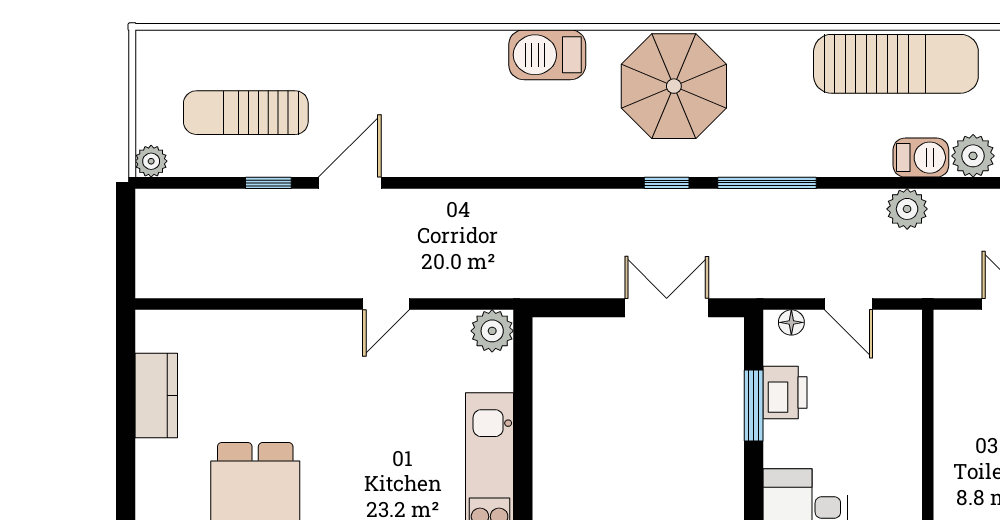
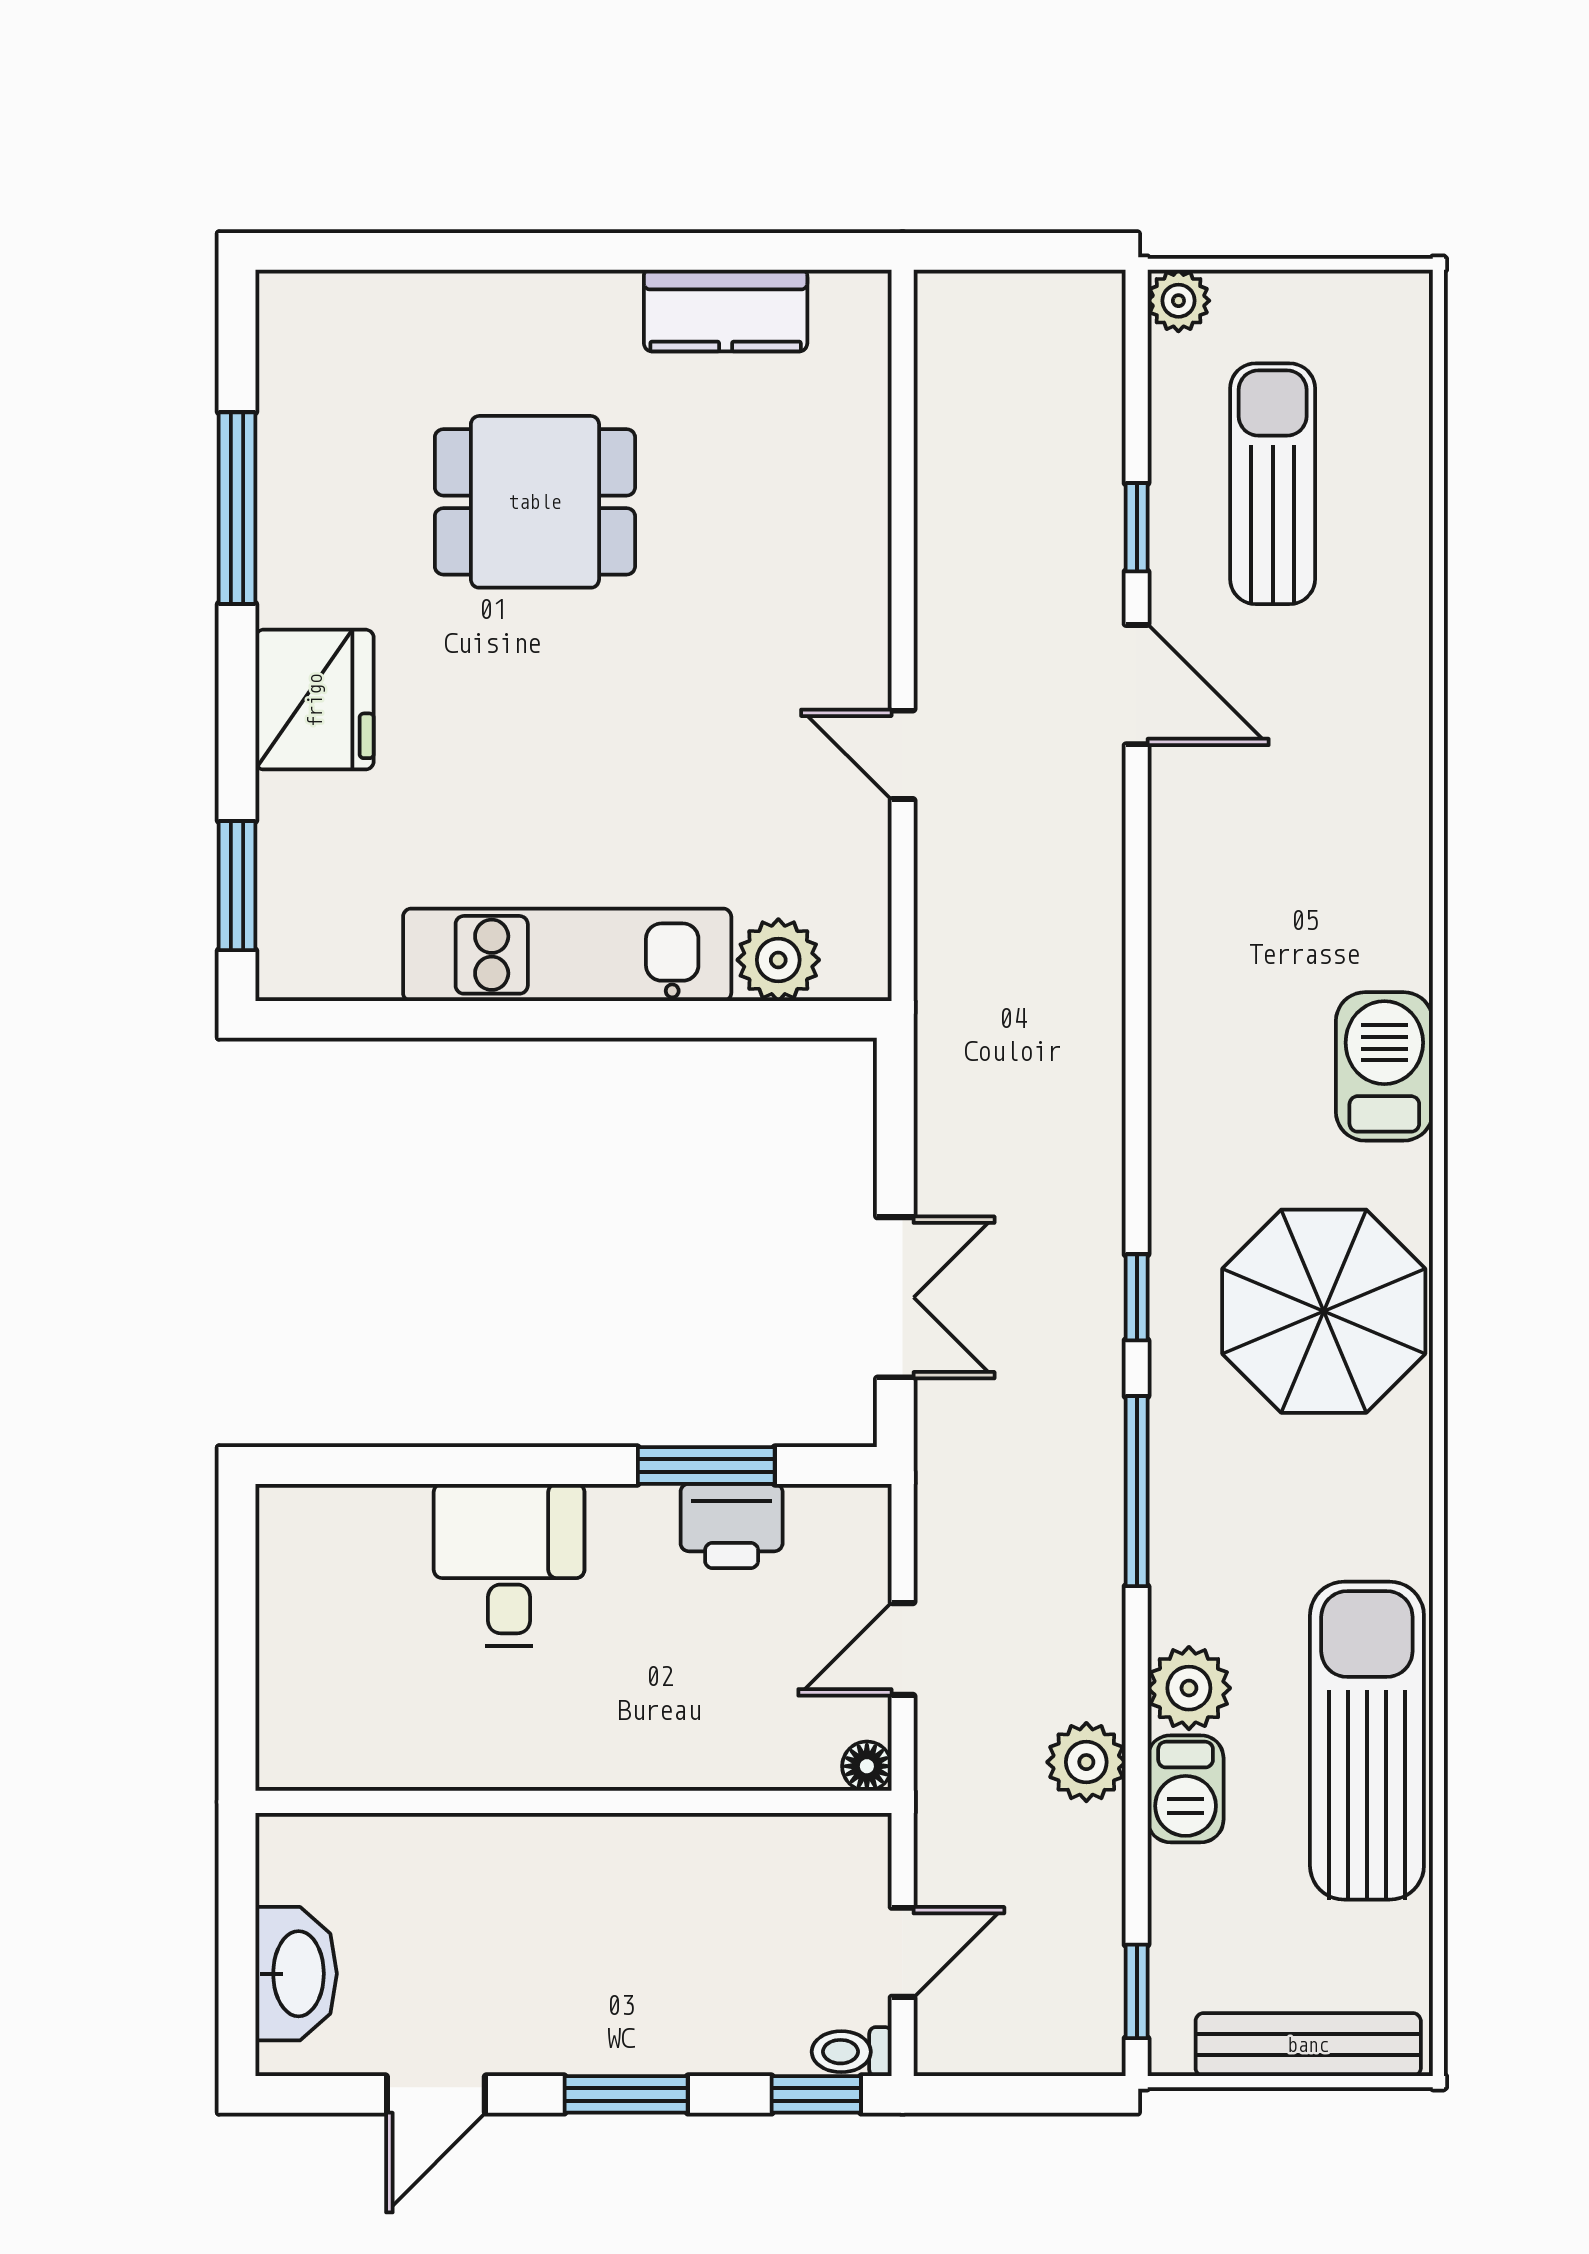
sun lounger: (896, 64) -> (1367, 1741), turned 180
plant: (973, 156) -> (1189, 1688), moved
floor lamp: (791, 322) -> (867, 1766), moved
plant: (492, 331) -> (778, 960), moved

